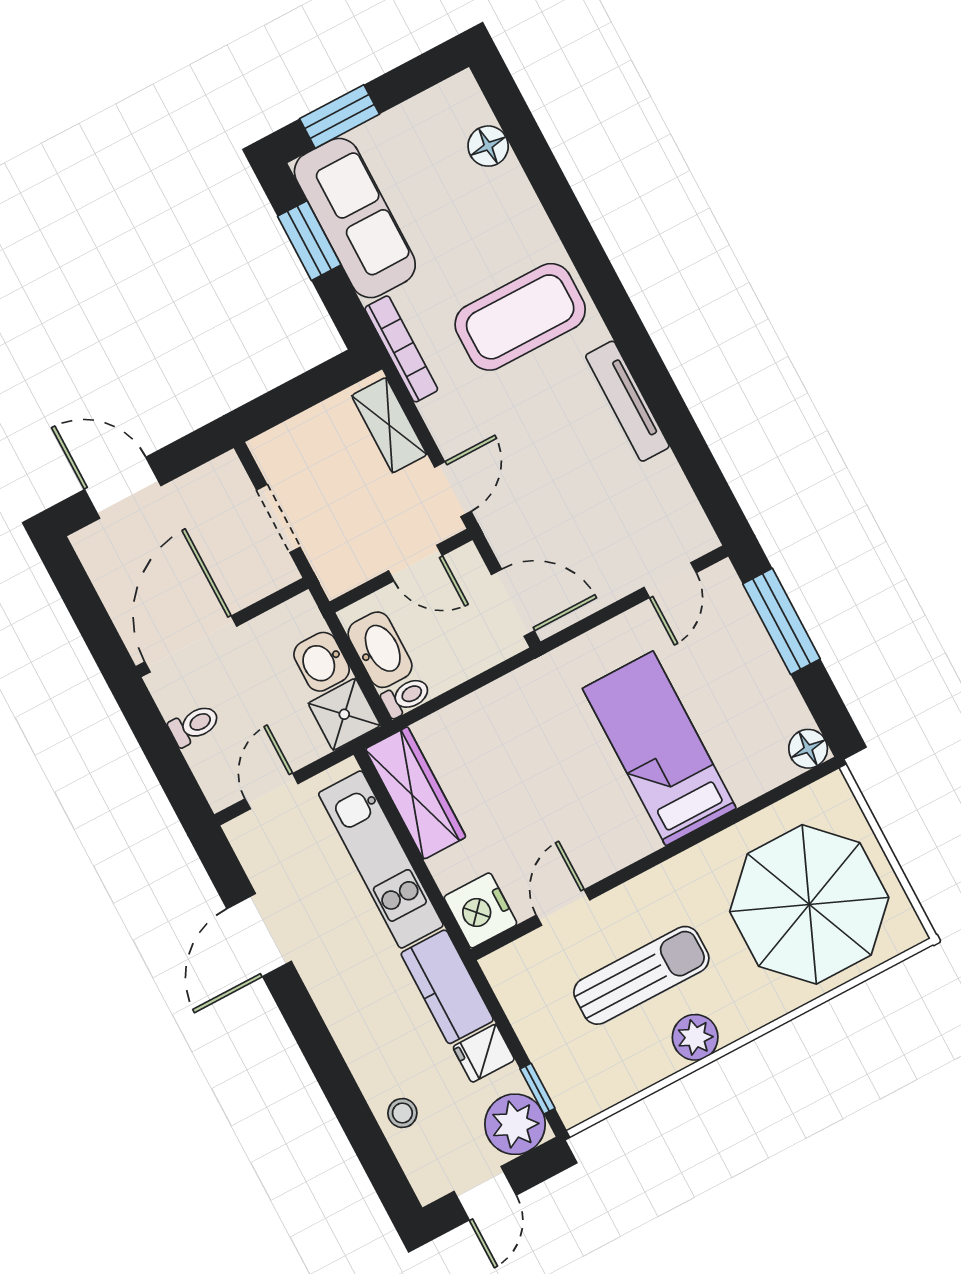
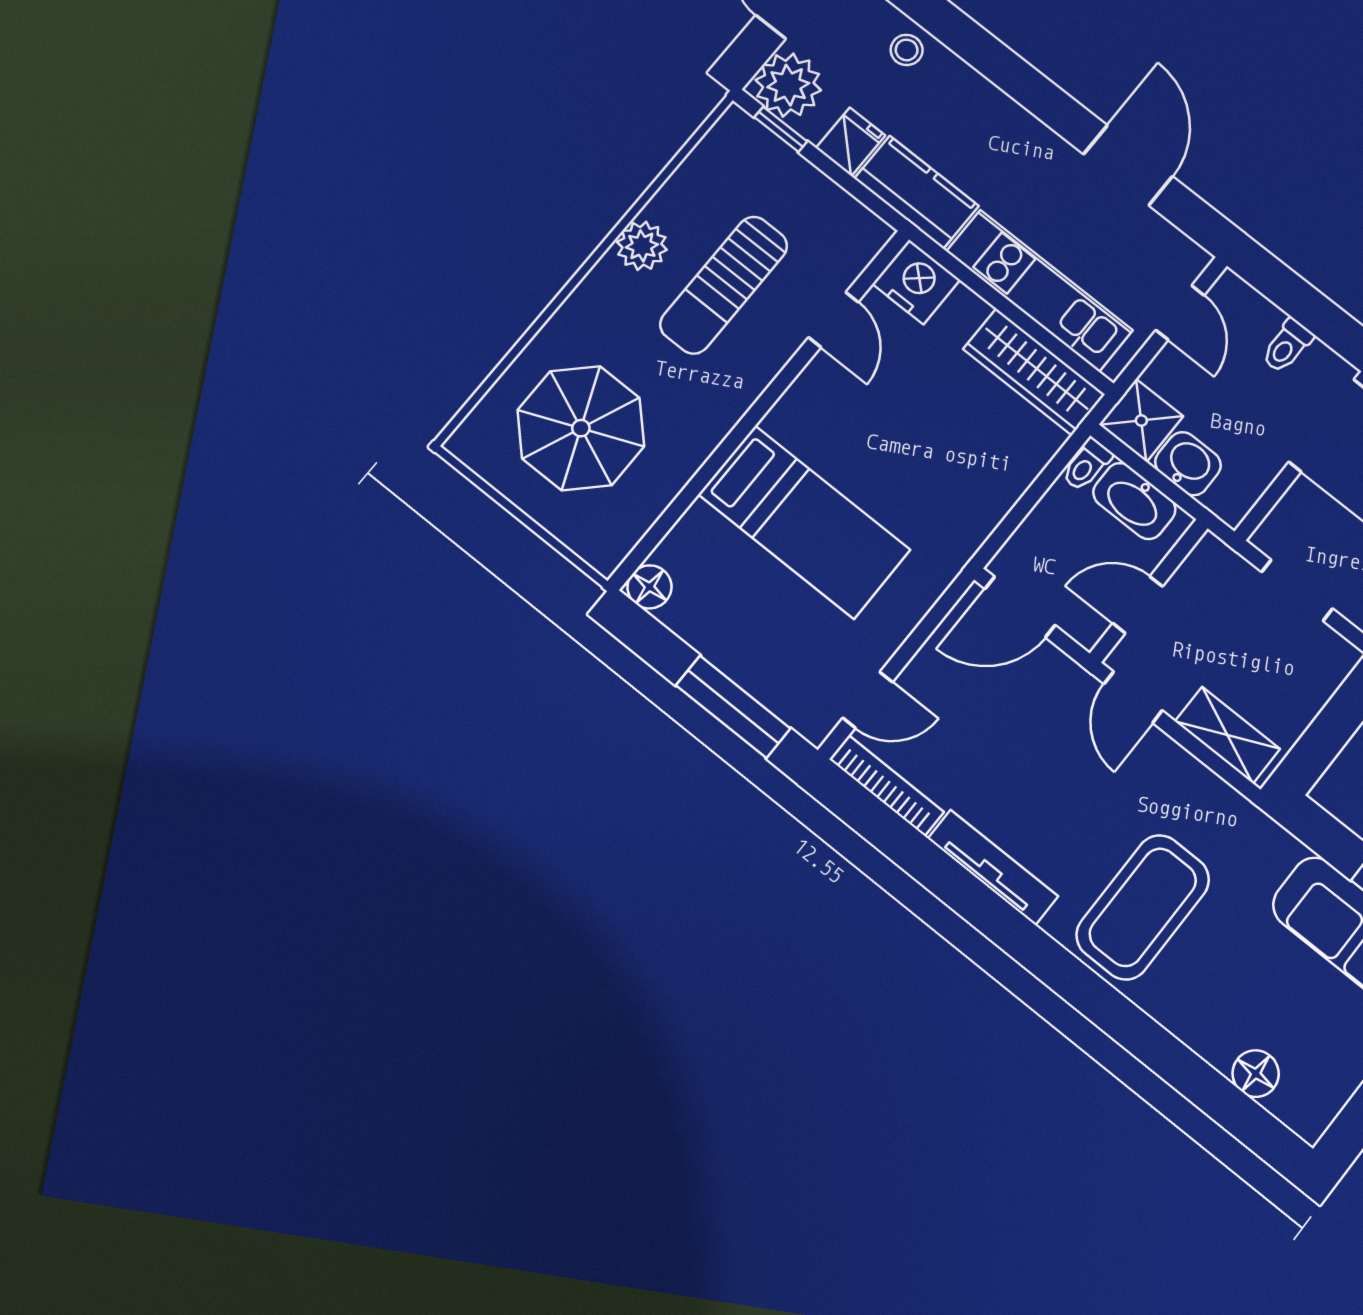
bookcase: (401, 349) -> (886, 786), moved, turned 180
door: (670, 580) -> (868, 700), swing flipped
parasol: (809, 904) -> (581, 428), width x0.73, depth x0.73

